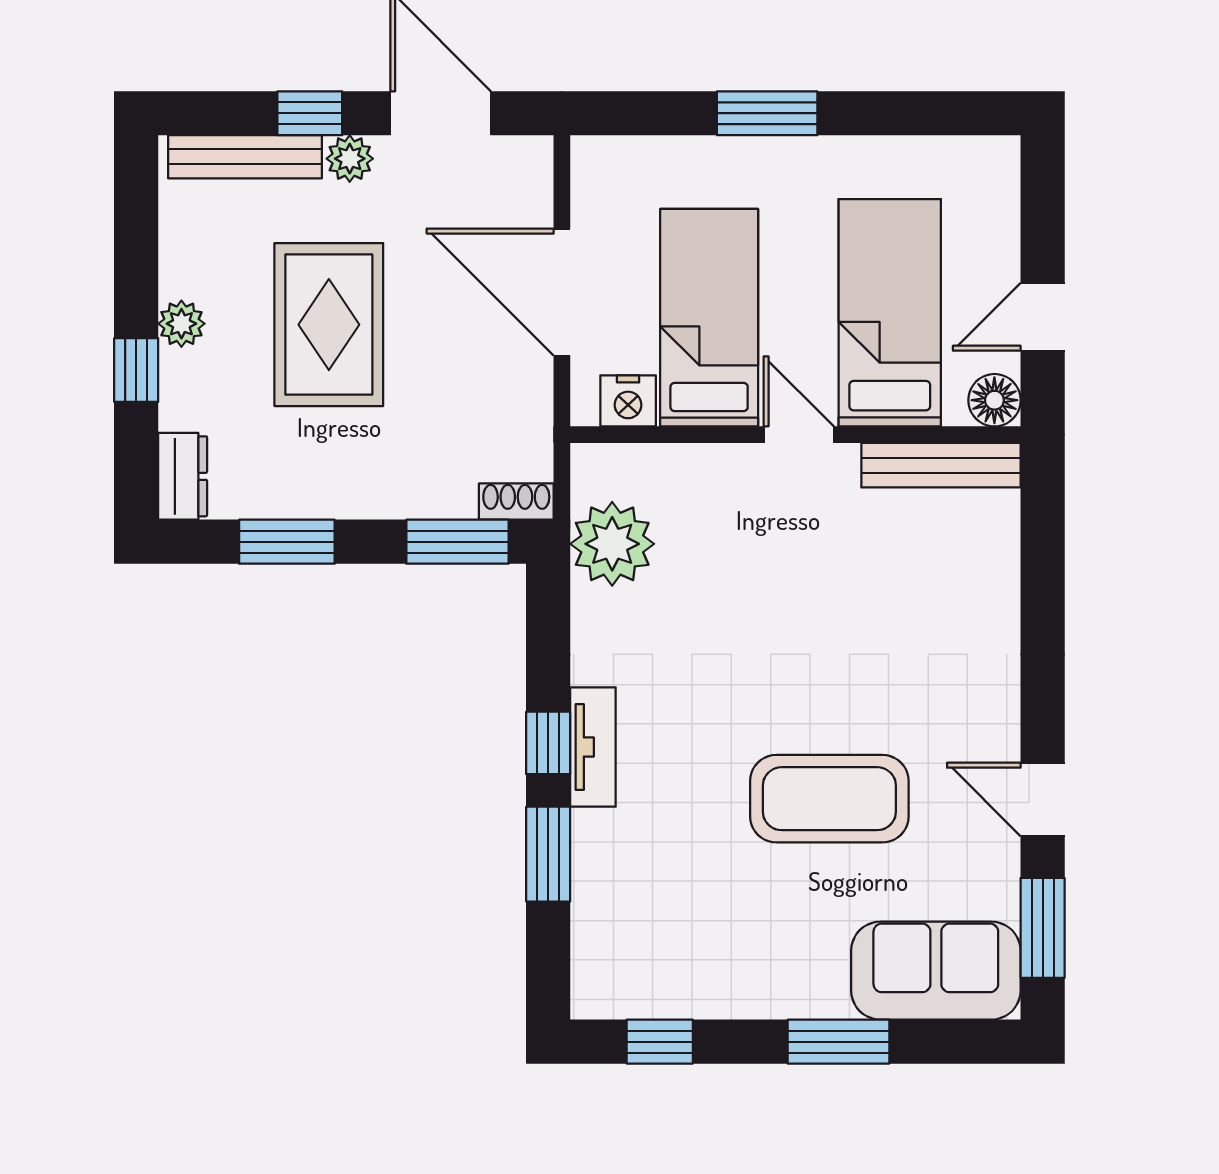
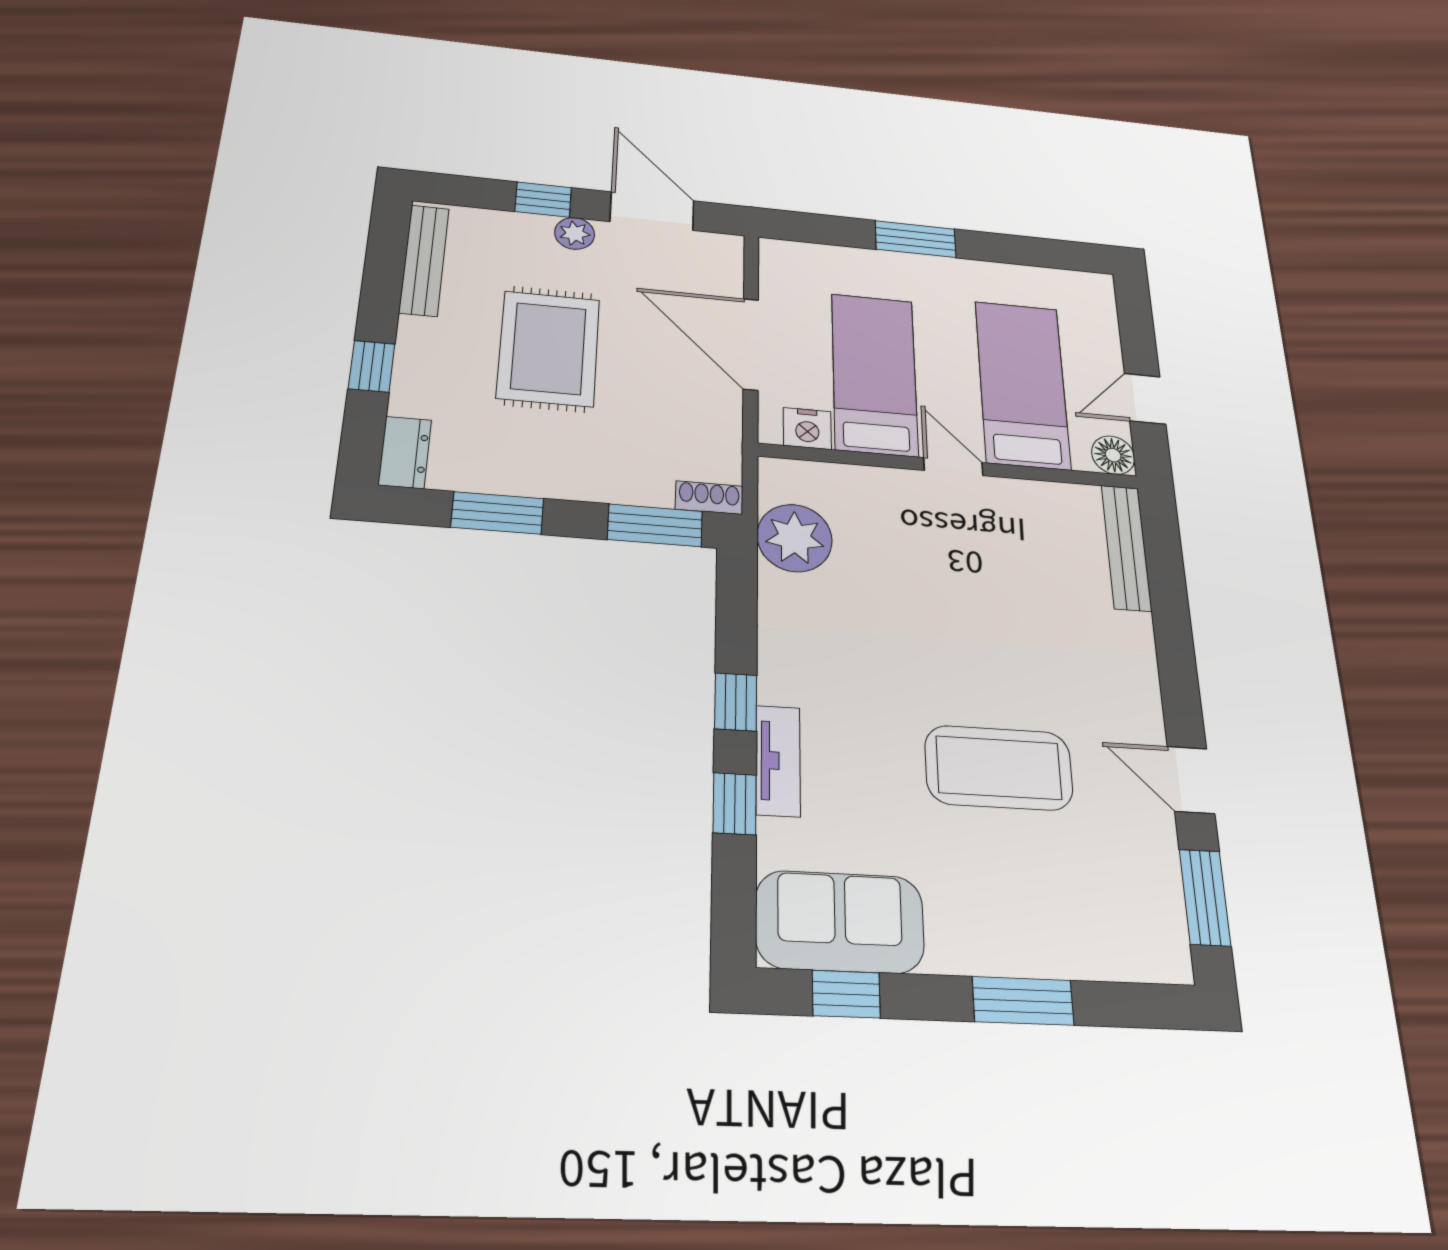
bench: (245, 157) -> (424, 260), moved, turned 90
plant: (181, 324) -> (417, 336), removed
bench: (941, 465) -> (1126, 548), moved, turned 90
tv unit: (593, 747) -> (778, 761), moved
window: (548, 854) -> (735, 804), width x0.67
sofa: (936, 971) -> (840, 922), moved

